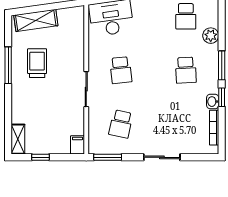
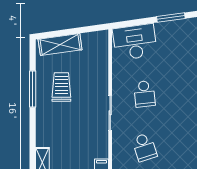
school desk: (121, 124) -> (144, 147), turned -30

